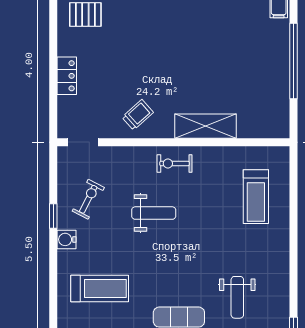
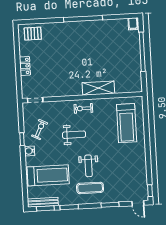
trolley: (138, 115) -> (63, 84), removed
treadmill: (256, 197) -> (127, 123), width x1.37, depth x1.38
treadmill: (100, 288) -> (48, 175), width x1.37, depth x1.38
weight bench: (237, 297) -> (89, 166), moved

